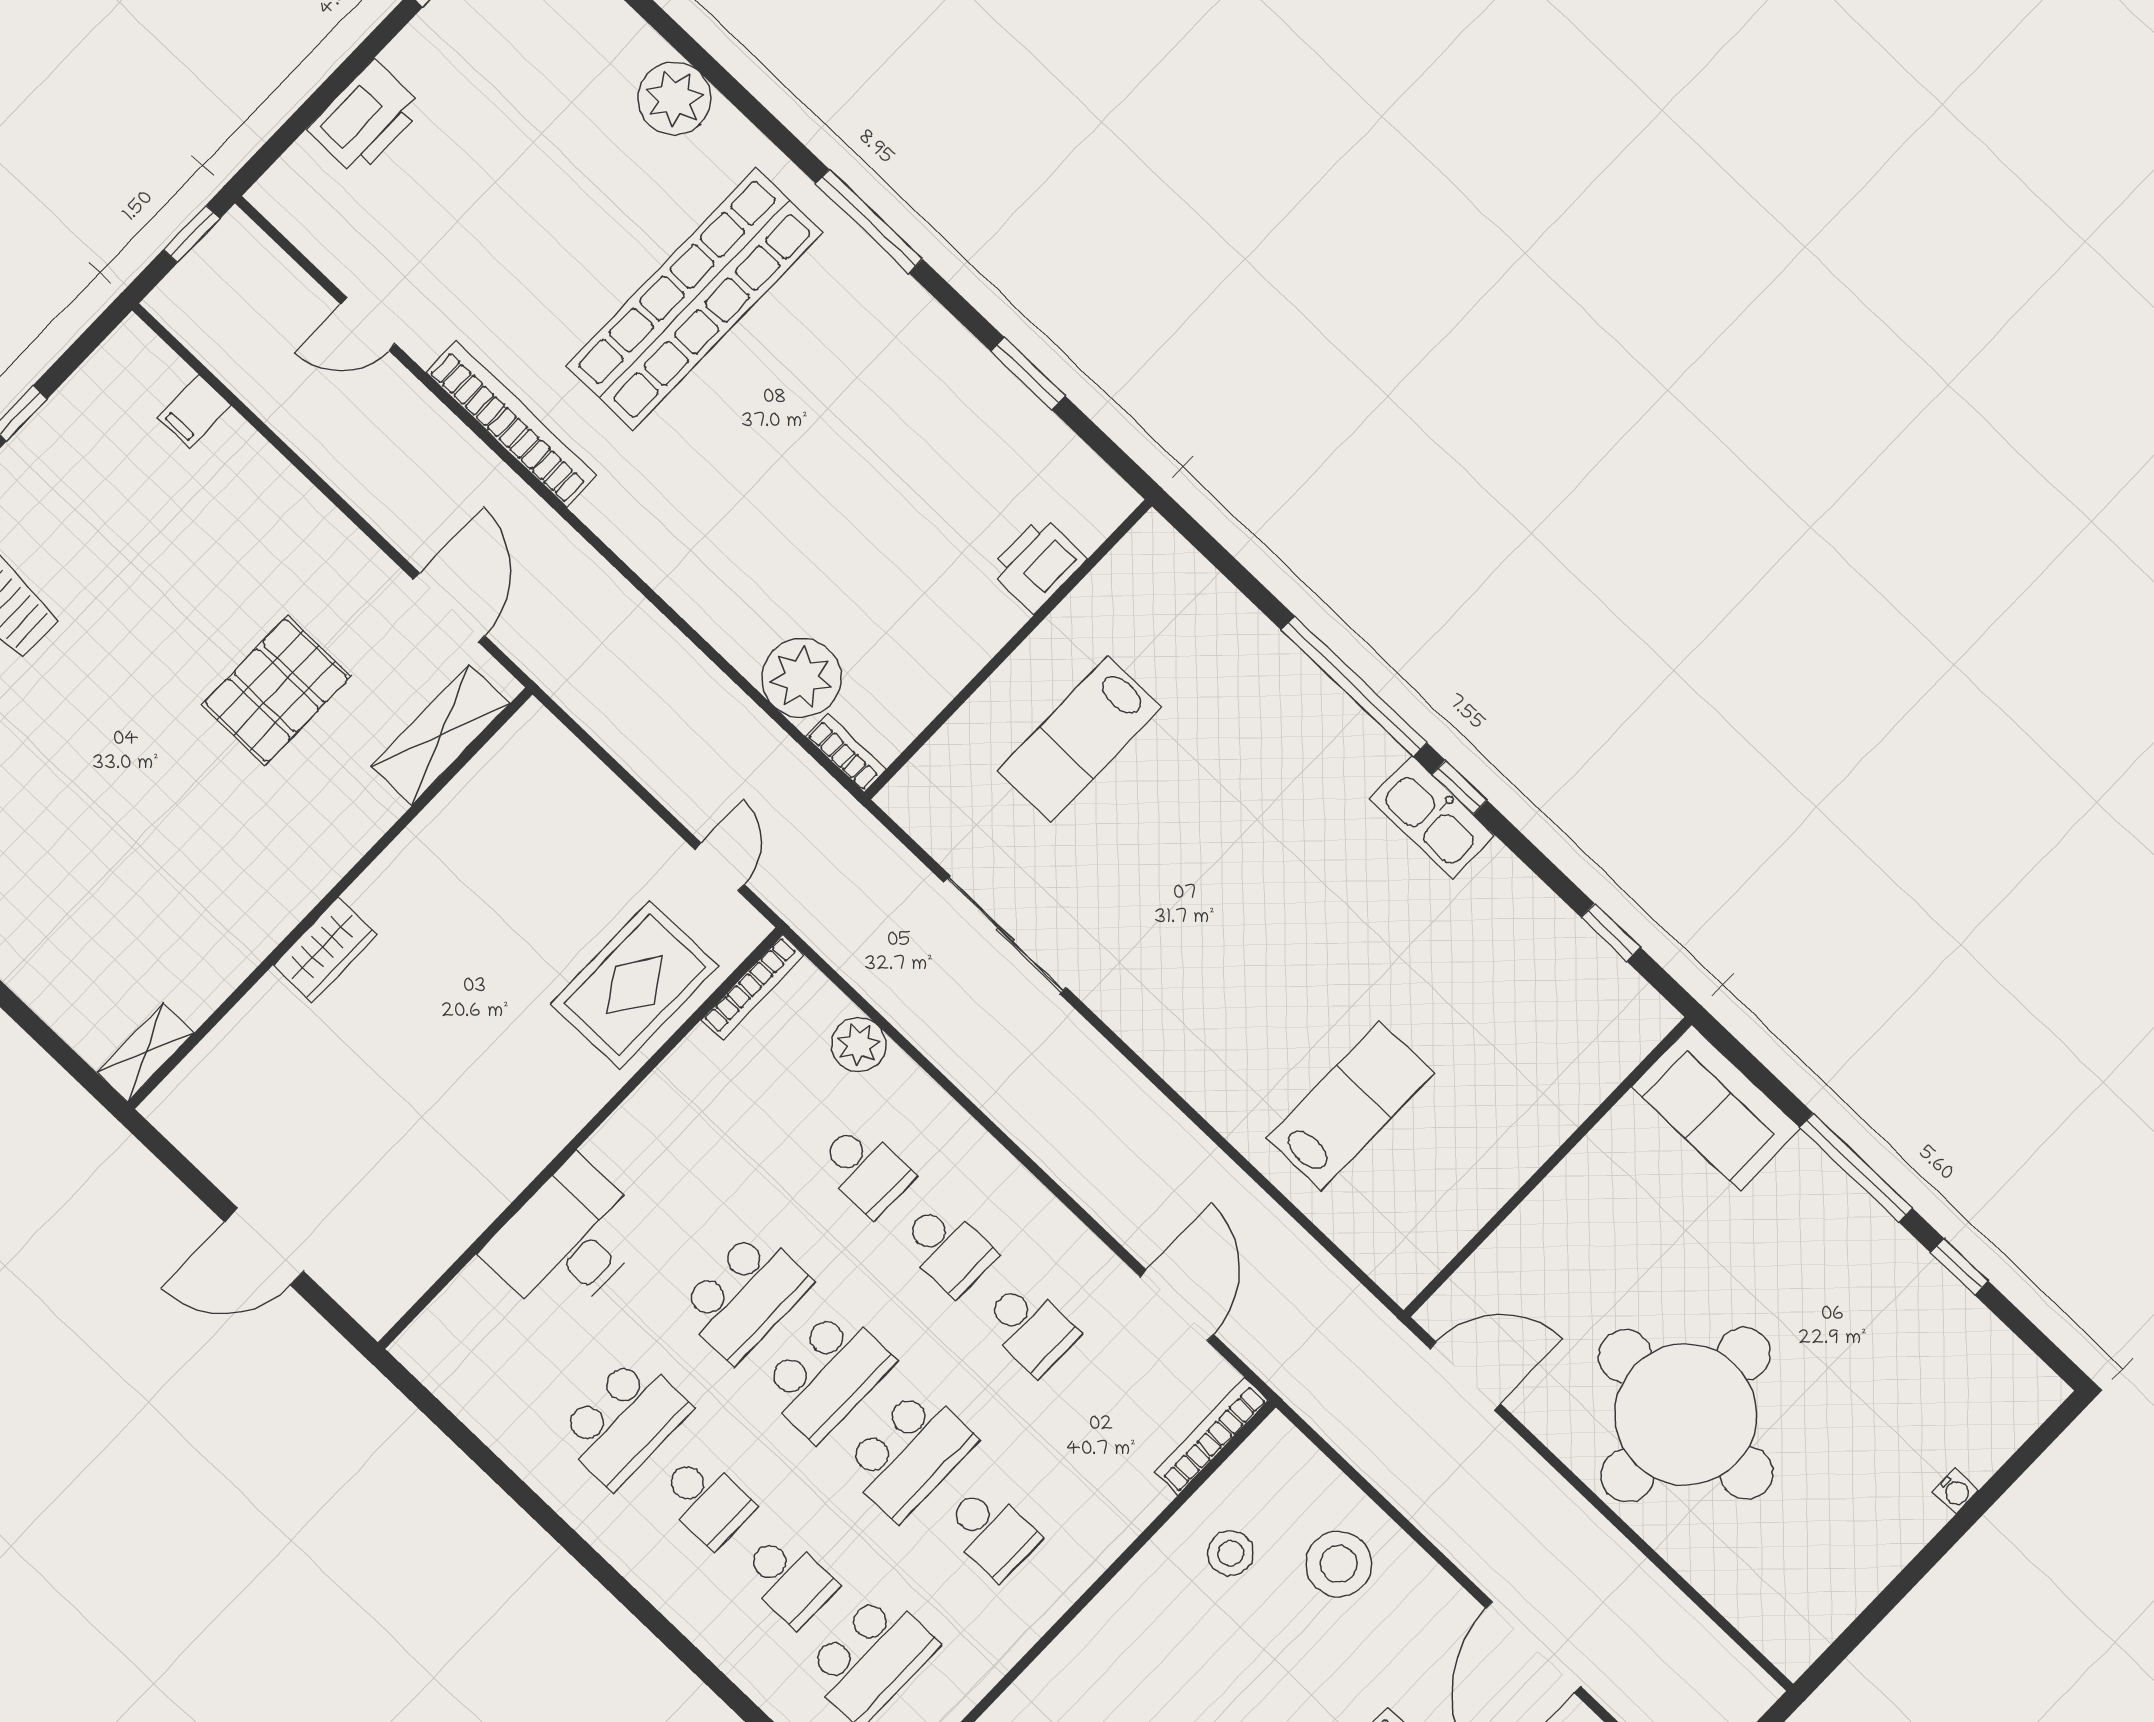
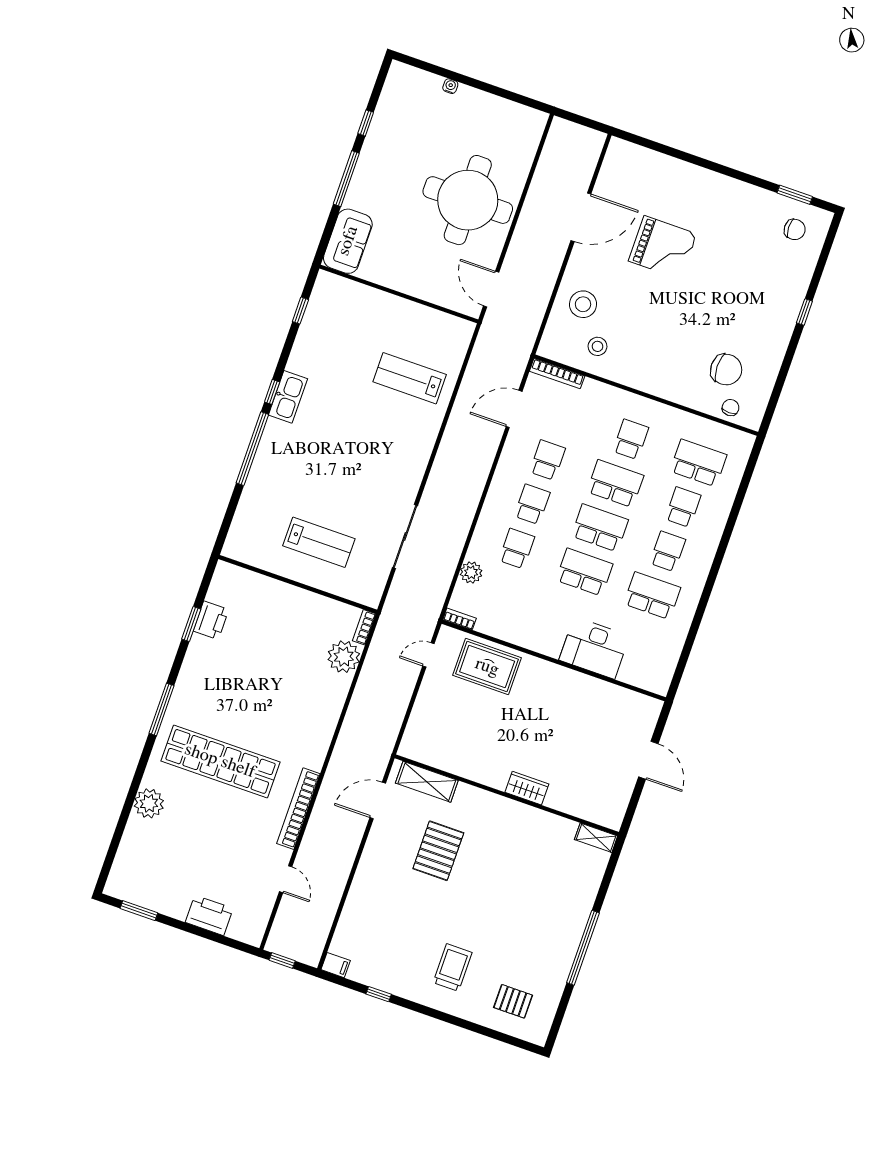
filing cabinet: (194, 411) -> (336, 965), moved
printer: (1038, 564) -> (211, 620), moved, turned -90
pallet: (276, 690) -> (438, 851), turned 90
bookcase: (753, 988) -> (460, 619), width x0.64

